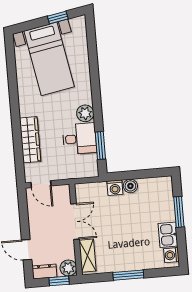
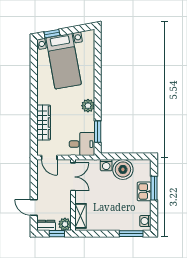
window: (58, 18) -> (52, 34), moved
desk: (80, 139) -> (82, 144), moved
boiler: (130, 186) -> (123, 169), width x1.86, depth x1.86
double door: (75, 222) -> (73, 177), moved
kitchen sink: (168, 235) -> (144, 191), moved
window: (128, 275) -> (131, 234), moved

